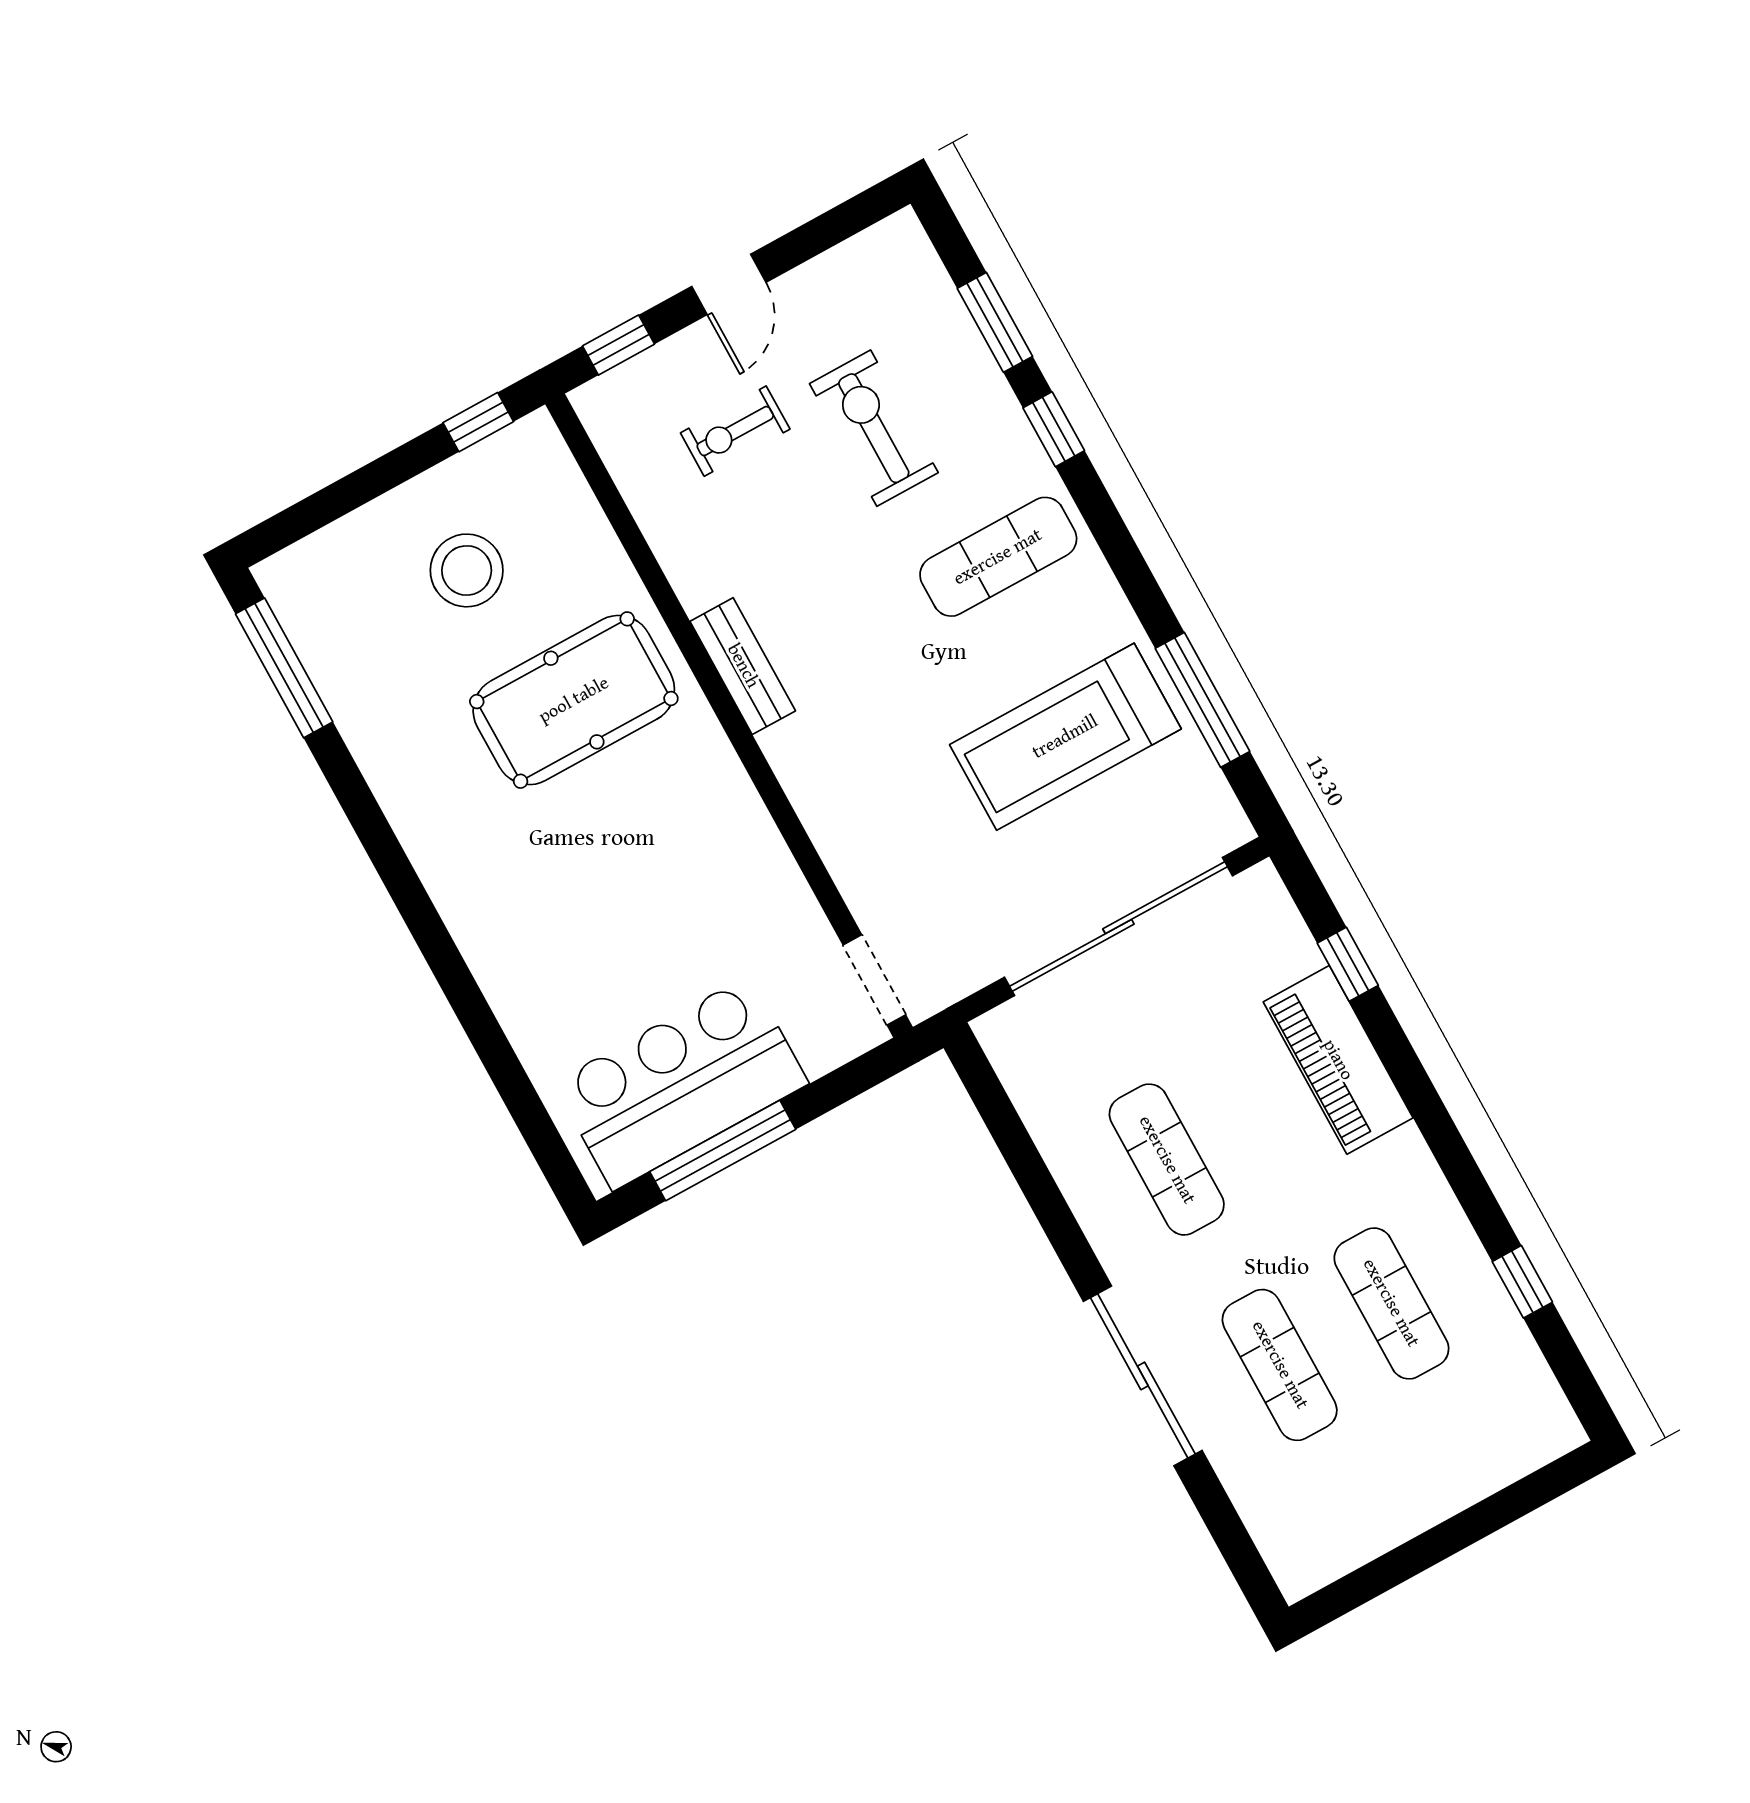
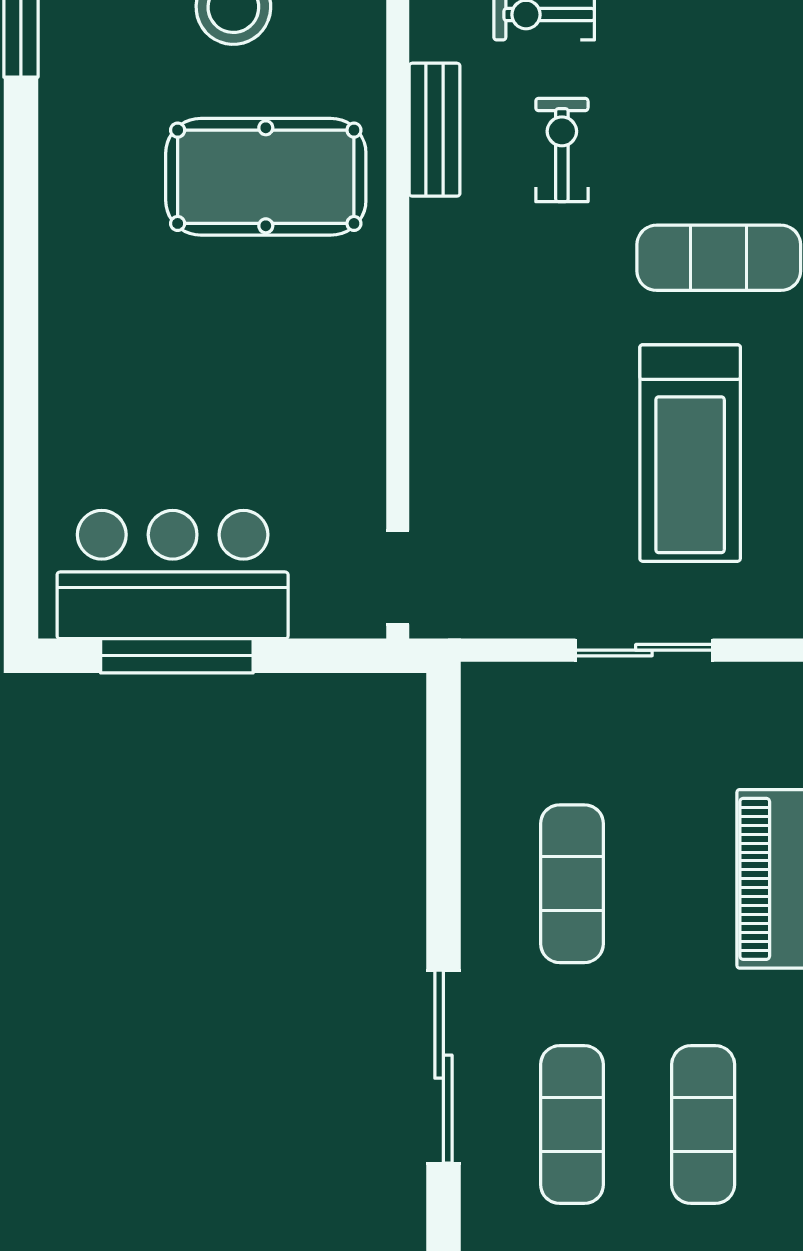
exercise bike: (874, 428) -> (562, 150), moved, width x0.73, depth x0.72
bench: (743, 666) -> (435, 130), moved
treadmill: (1065, 737) -> (690, 453), turned -90
sliding door: (1118, 927) -> (644, 650), width x0.54

